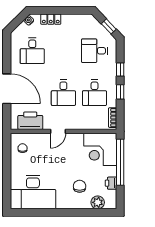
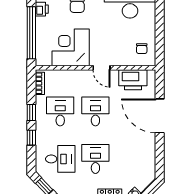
desk: (32, 51) -> (95, 159), moved
door: (58, 131) -> (101, 68), swing flipped
corner desk: (100, 149) -> (71, 47), moved, turned -90

